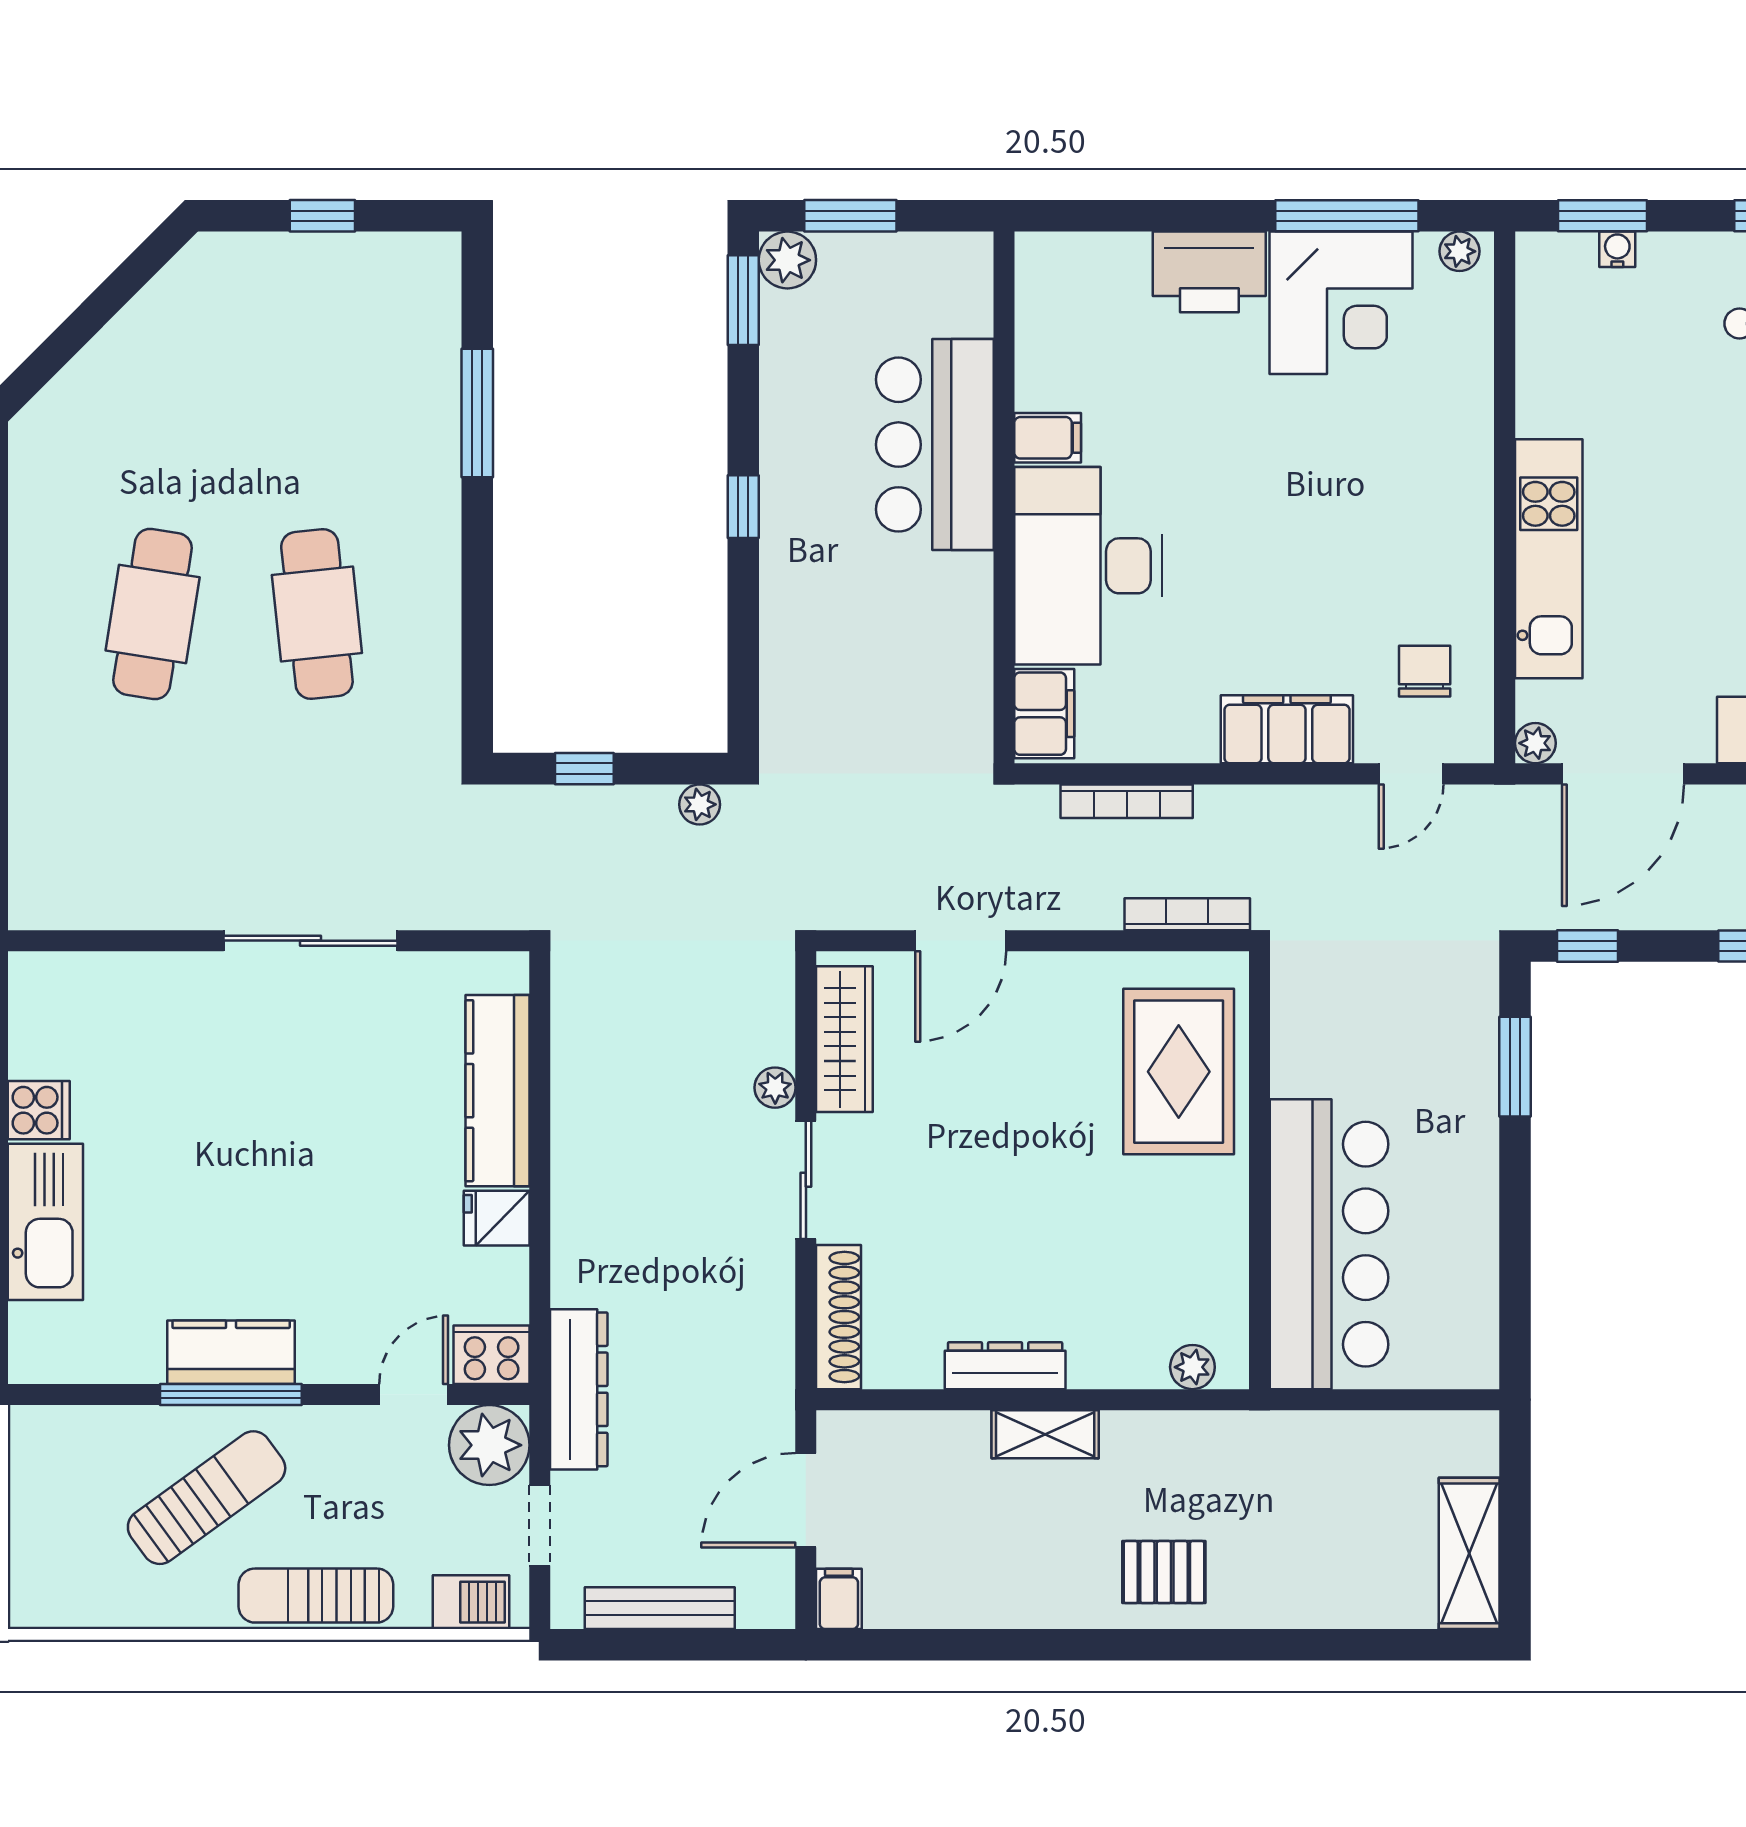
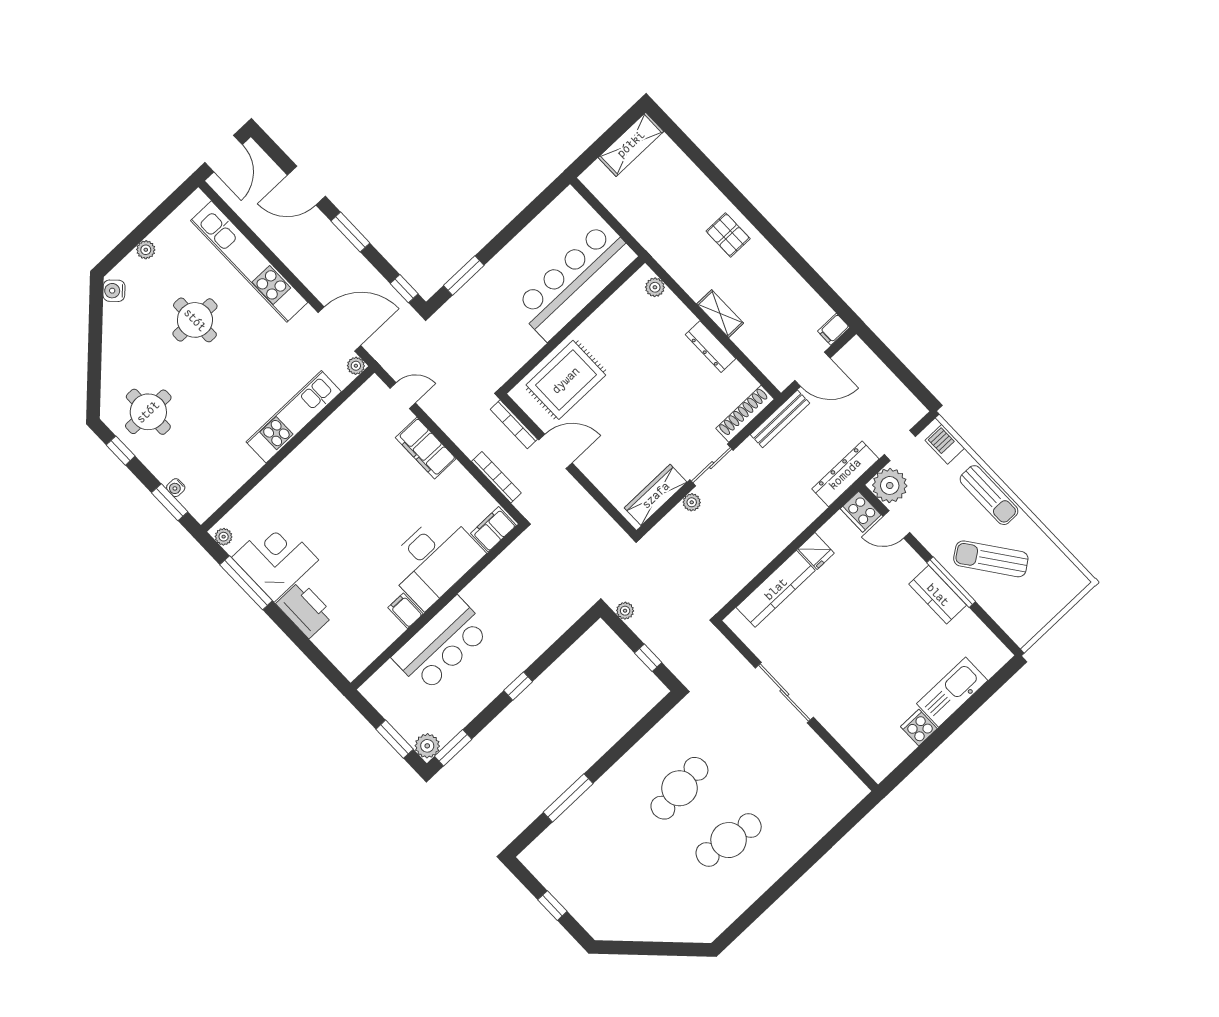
chair: (1425, 671) -> (366, 422), removed
door: (961, 941) -> (555, 451), moved
bench: (660, 1608) -> (780, 419), moved, turned 90

